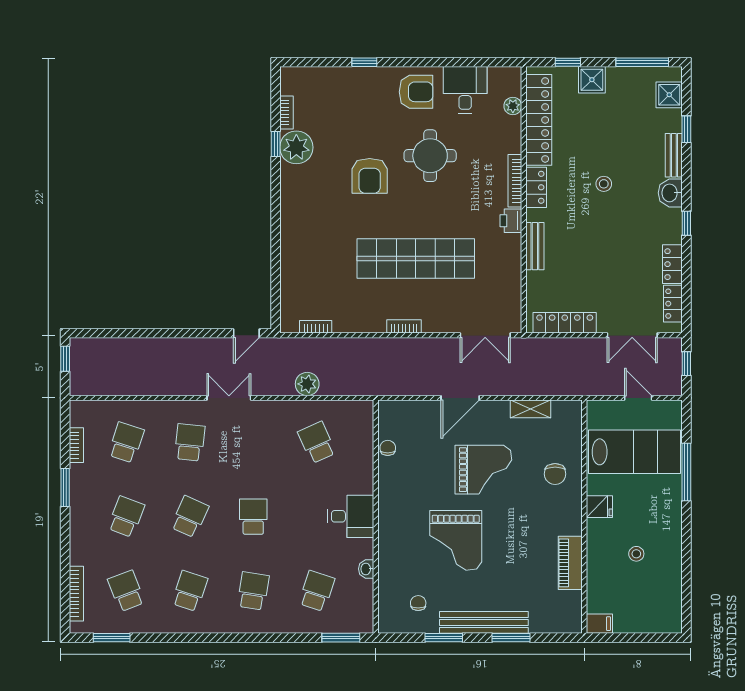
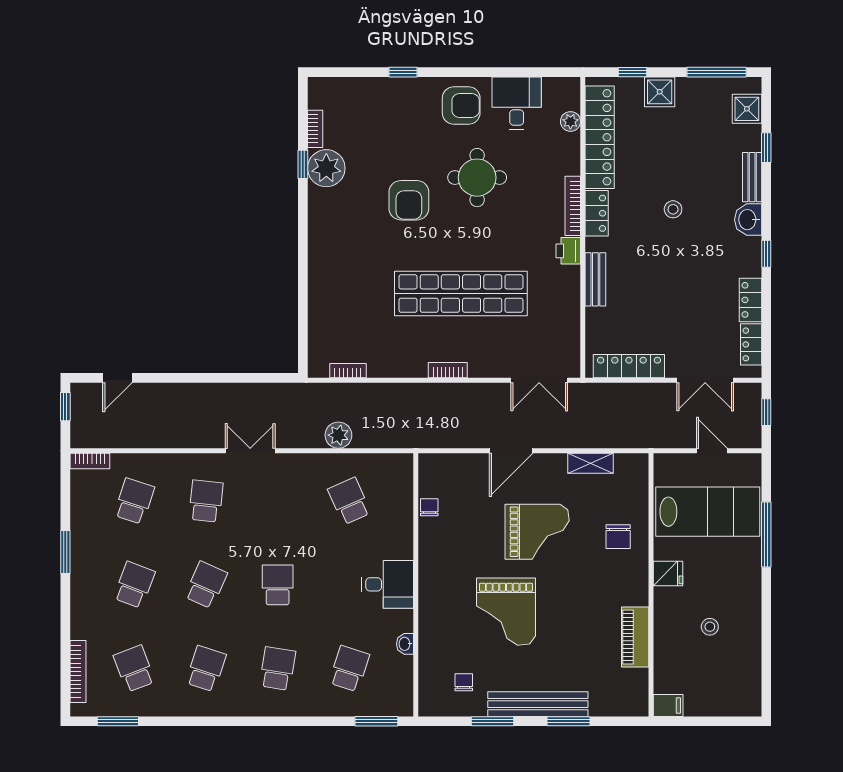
door: (246, 333) -> (117, 378), moved
bookcase: (76, 445) -> (90, 461), moved, turned 90

